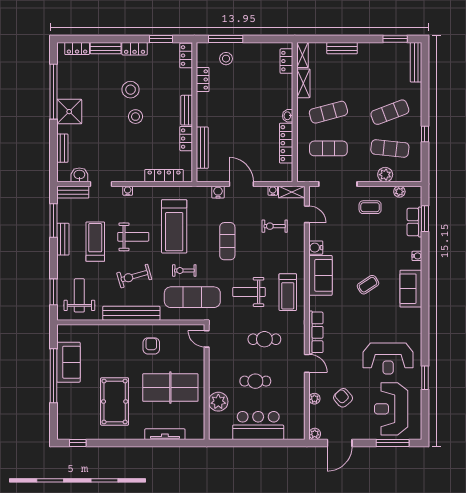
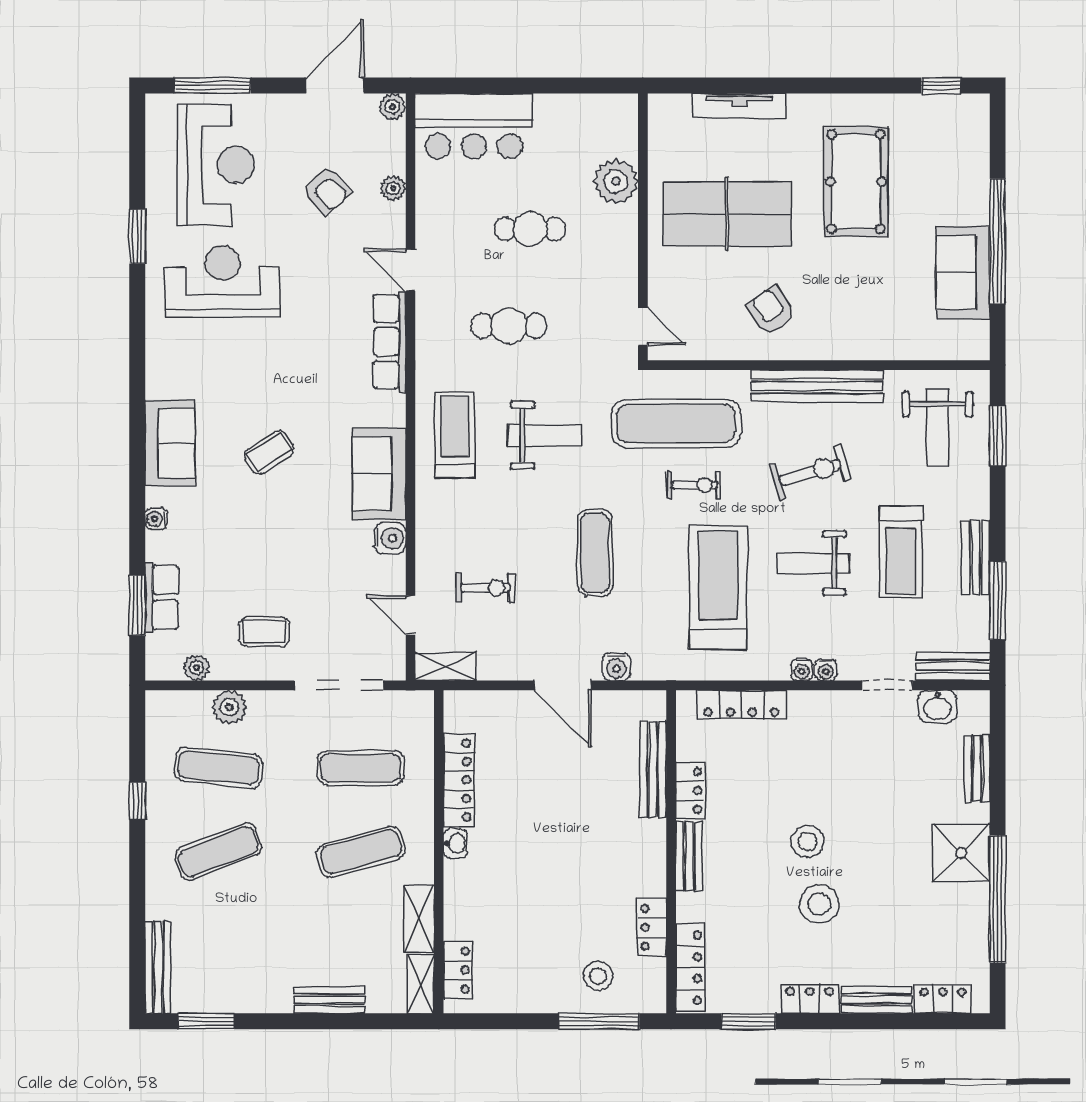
locker: (186, 56) -> (690, 968), width x1.53
water cooler: (273, 191) -> (802, 670), moved
armchair: (151, 346) -> (771, 310), turned 146
bar counter: (258, 425) -> (474, 126), moved

